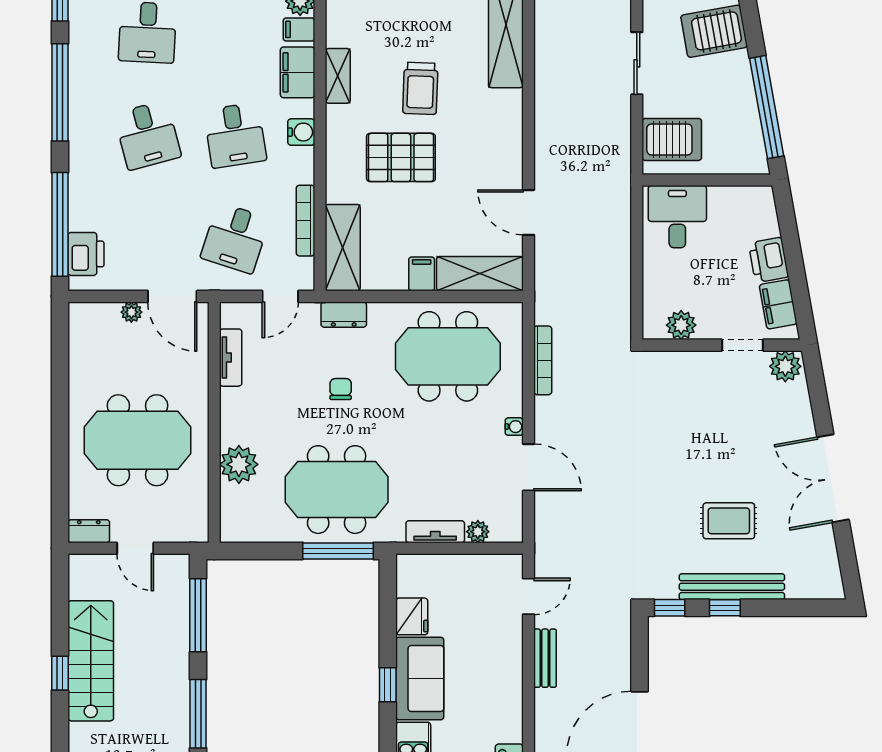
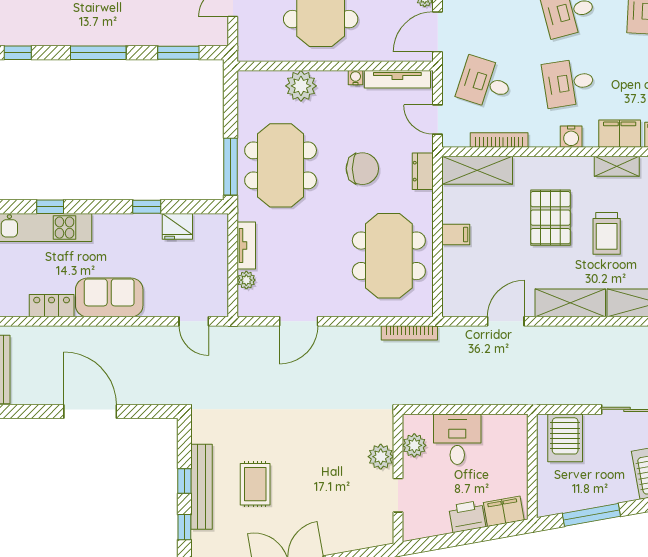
trolley: (420, 88) -> (607, 233), turned -92
window: (767, 107) -> (591, 515), width x0.68
desk: (677, 217) -> (457, 439), moved, turned -90
shelving: (480, 274) -> (570, 303), moved, turned 90
filing cabinet: (778, 304) -> (504, 511), moved
tv unit: (231, 358) -> (397, 79), width x1.41
bookcase: (543, 360) -> (409, 333), moved
plant: (785, 366) -> (381, 457), moved
chair: (341, 389) -> (362, 169), width x1.87, depth x1.87
water cooler: (514, 427) -> (356, 78), moved, turned 180
window: (670, 608) -> (184, 527), moved
window: (198, 615) -> (178, 53), width x0.69
bench: (545, 658) -> (143, 335), removed
sofa: (420, 679) -> (109, 297), moved, turned 180
window: (388, 685) -> (147, 207), moved

